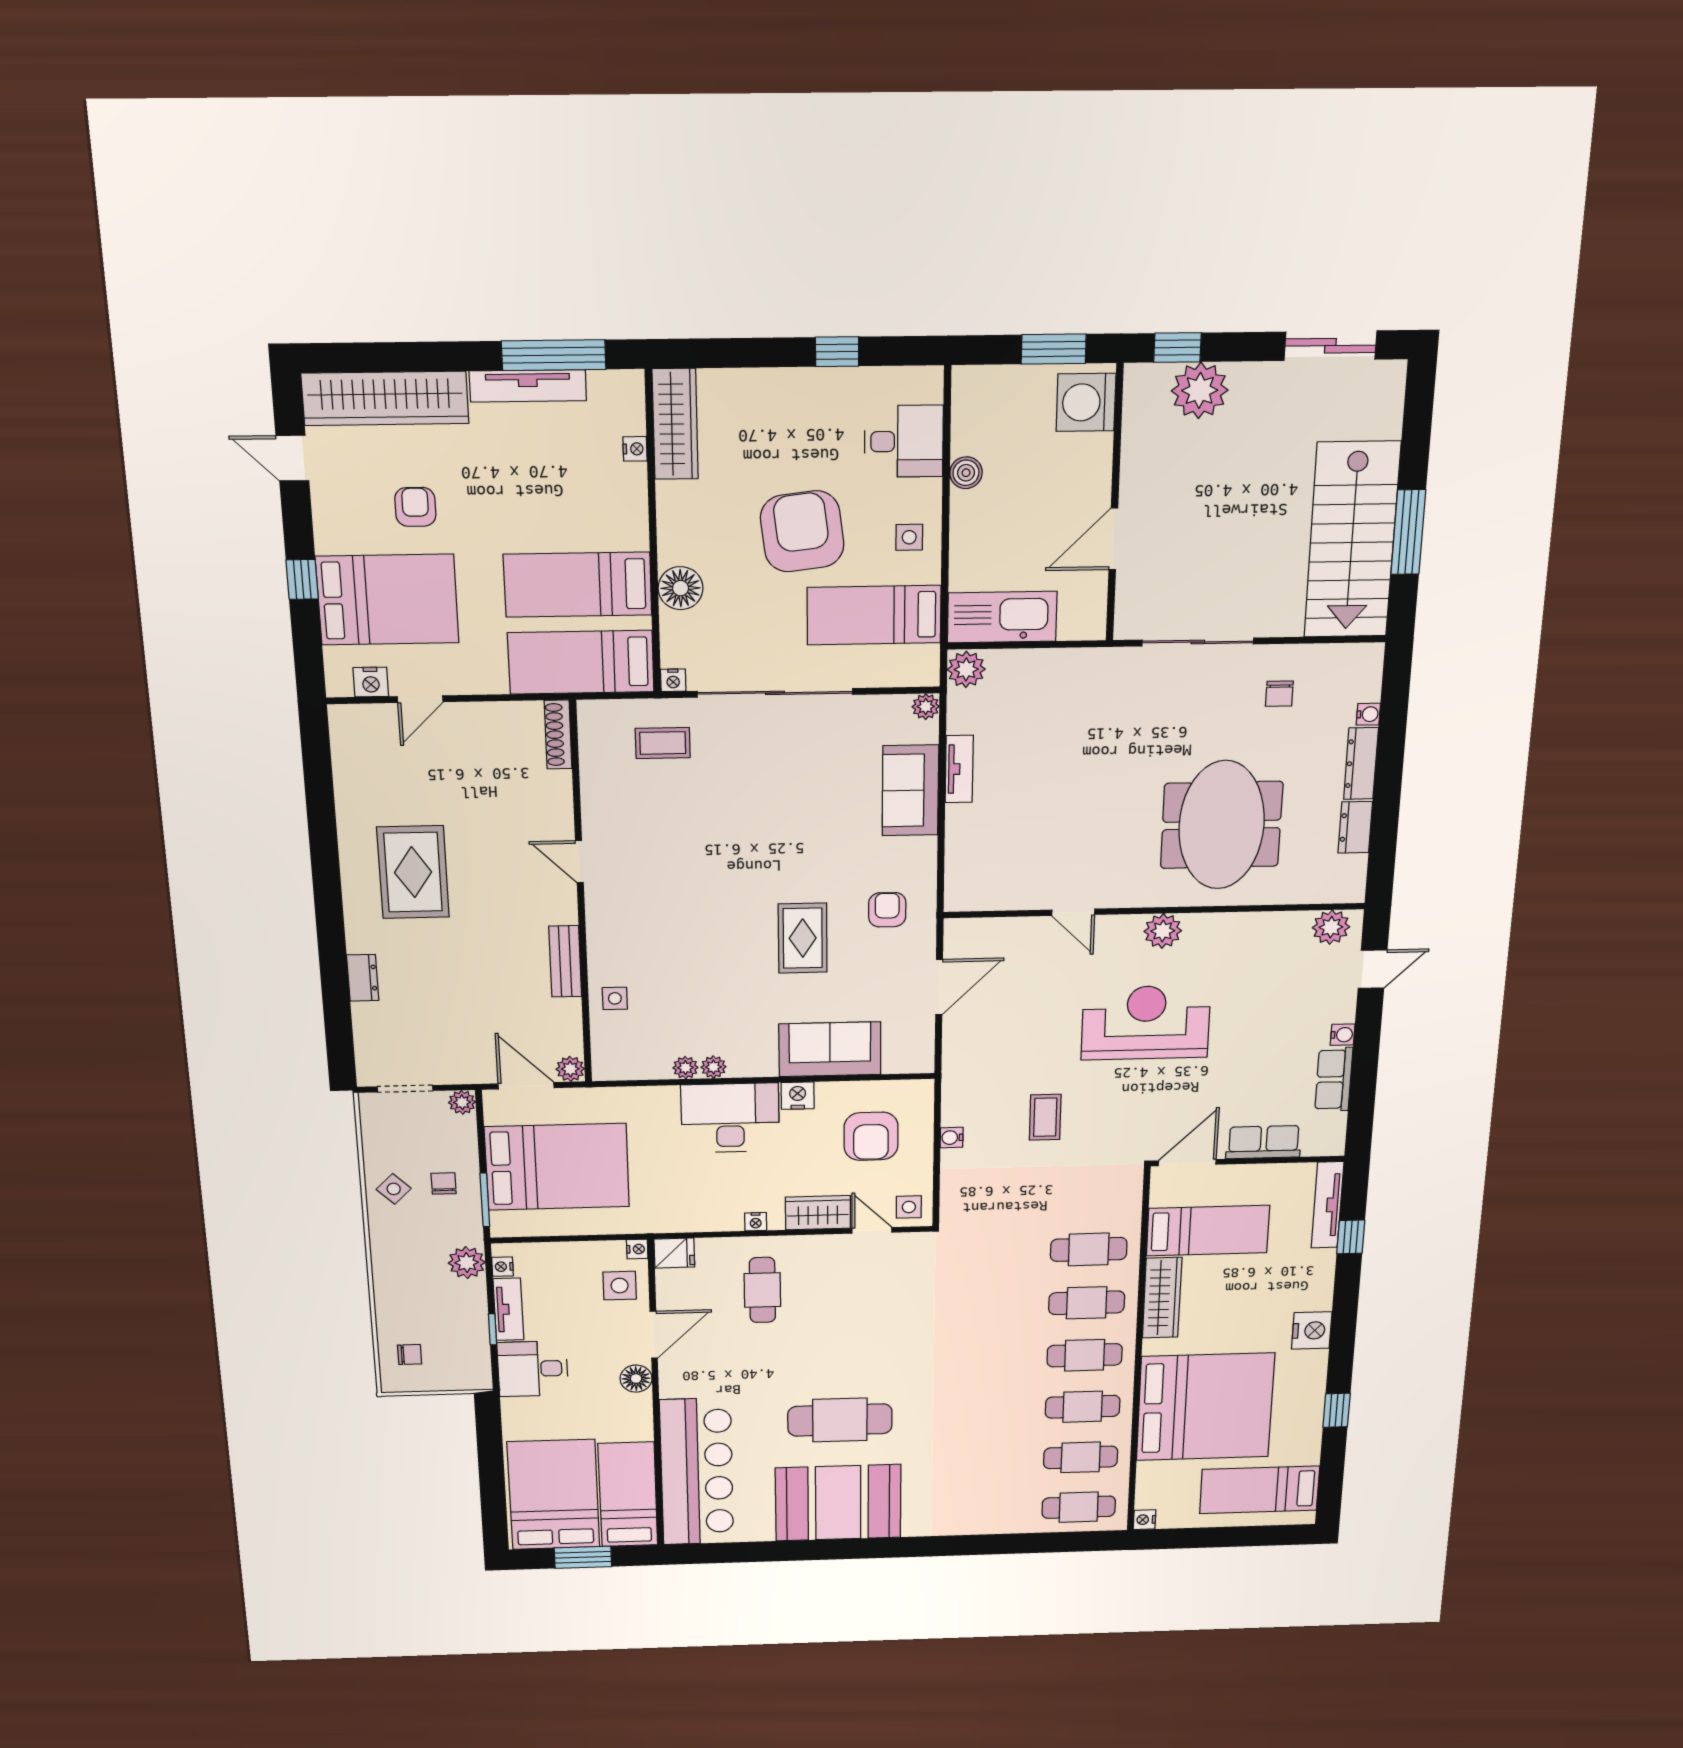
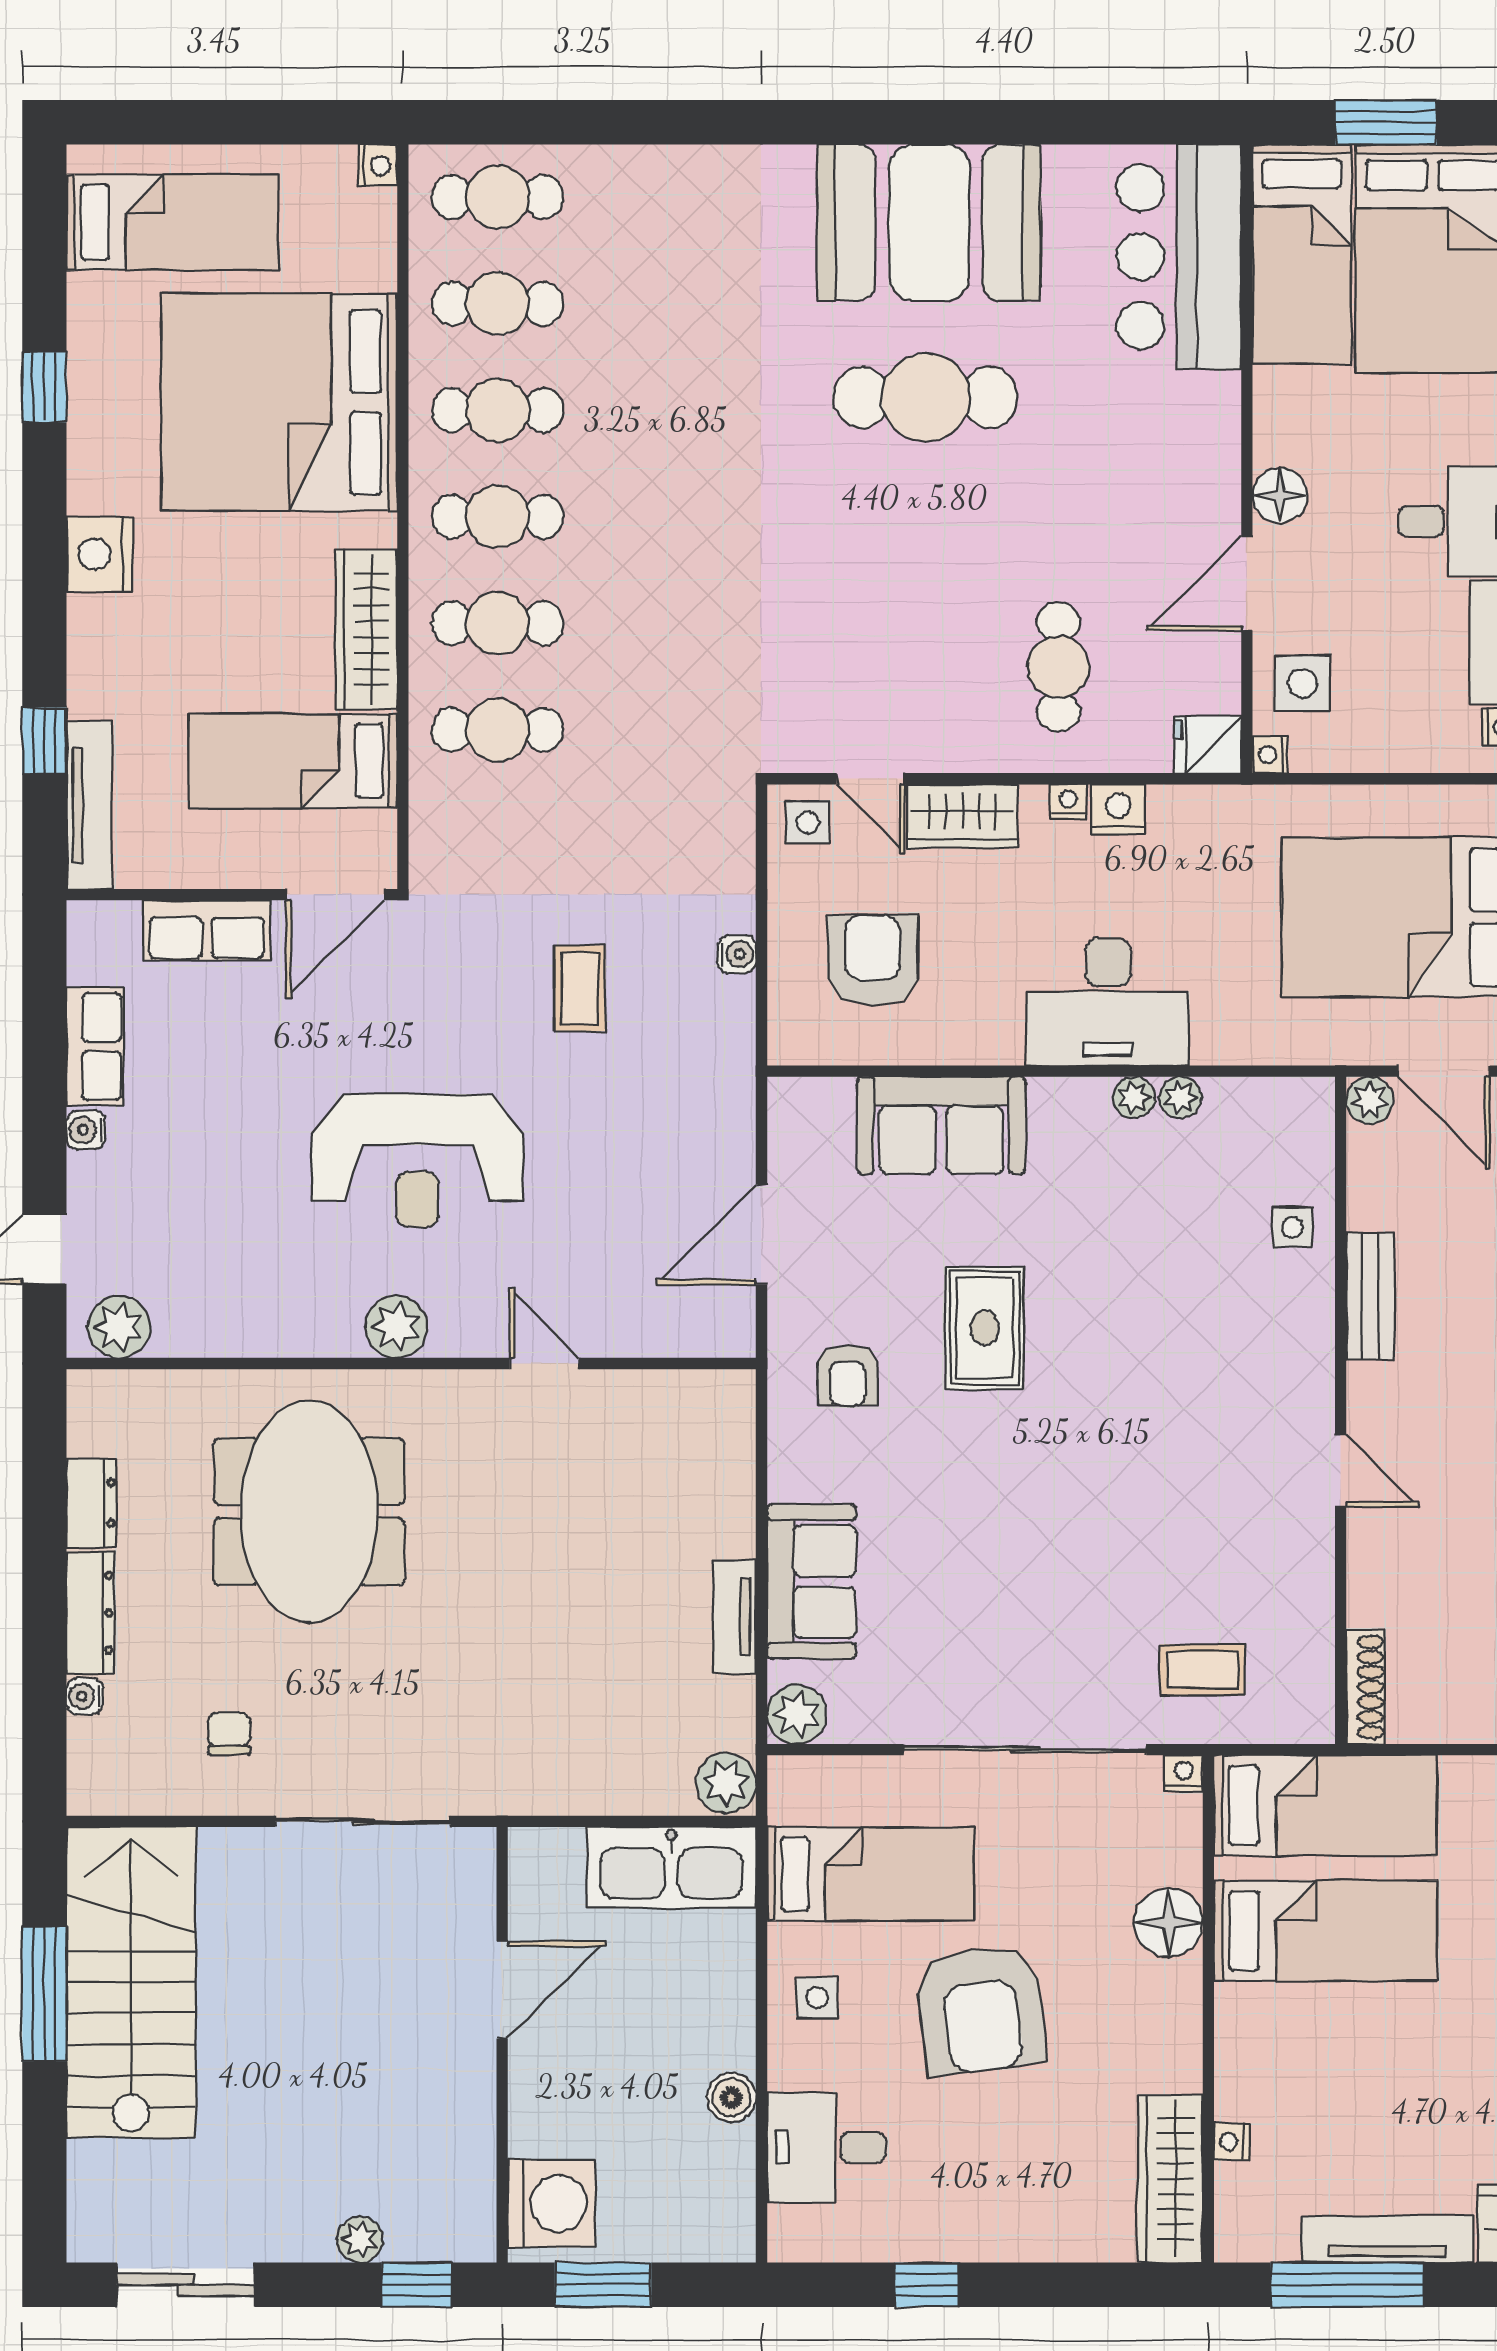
plant: (1200, 390) -> (360, 2240), width x0.53, depth x0.53
plant: (926, 707) -> (797, 1714), width x1.38, depth x1.38
nightstand: (798, 1096) -> (1118, 809), moved, turned 180
bar counter: (697, 1472) -> (1179, 257), width x0.73

